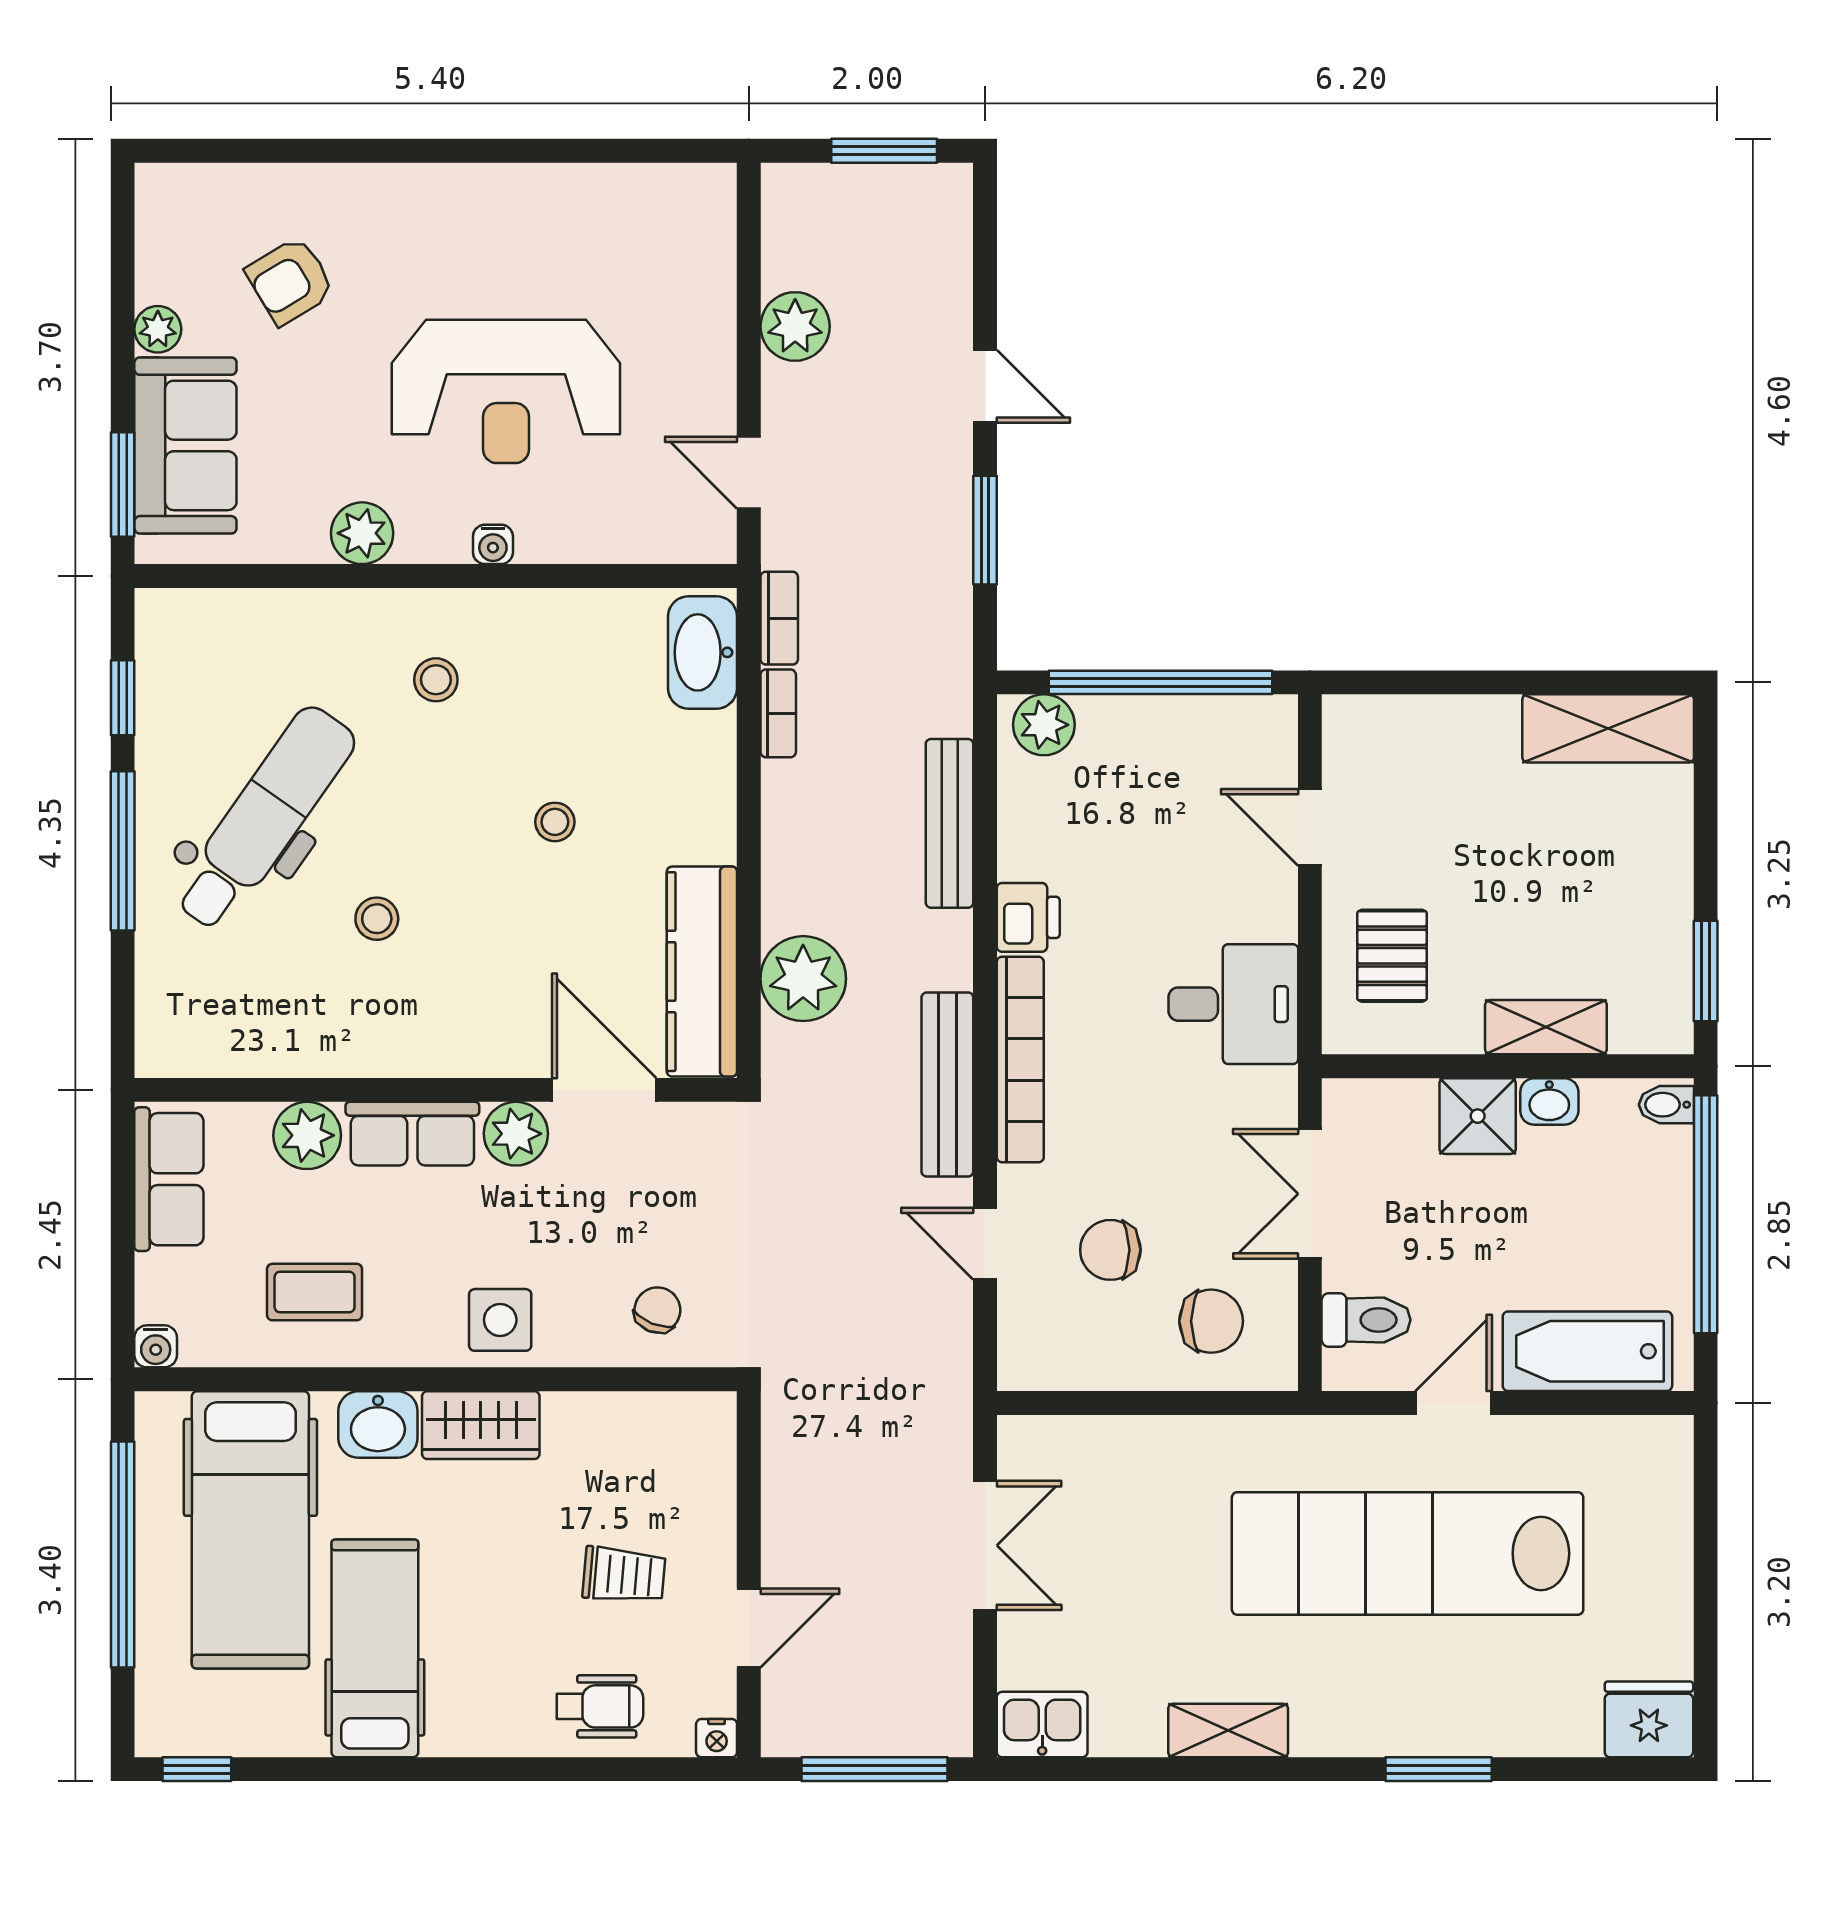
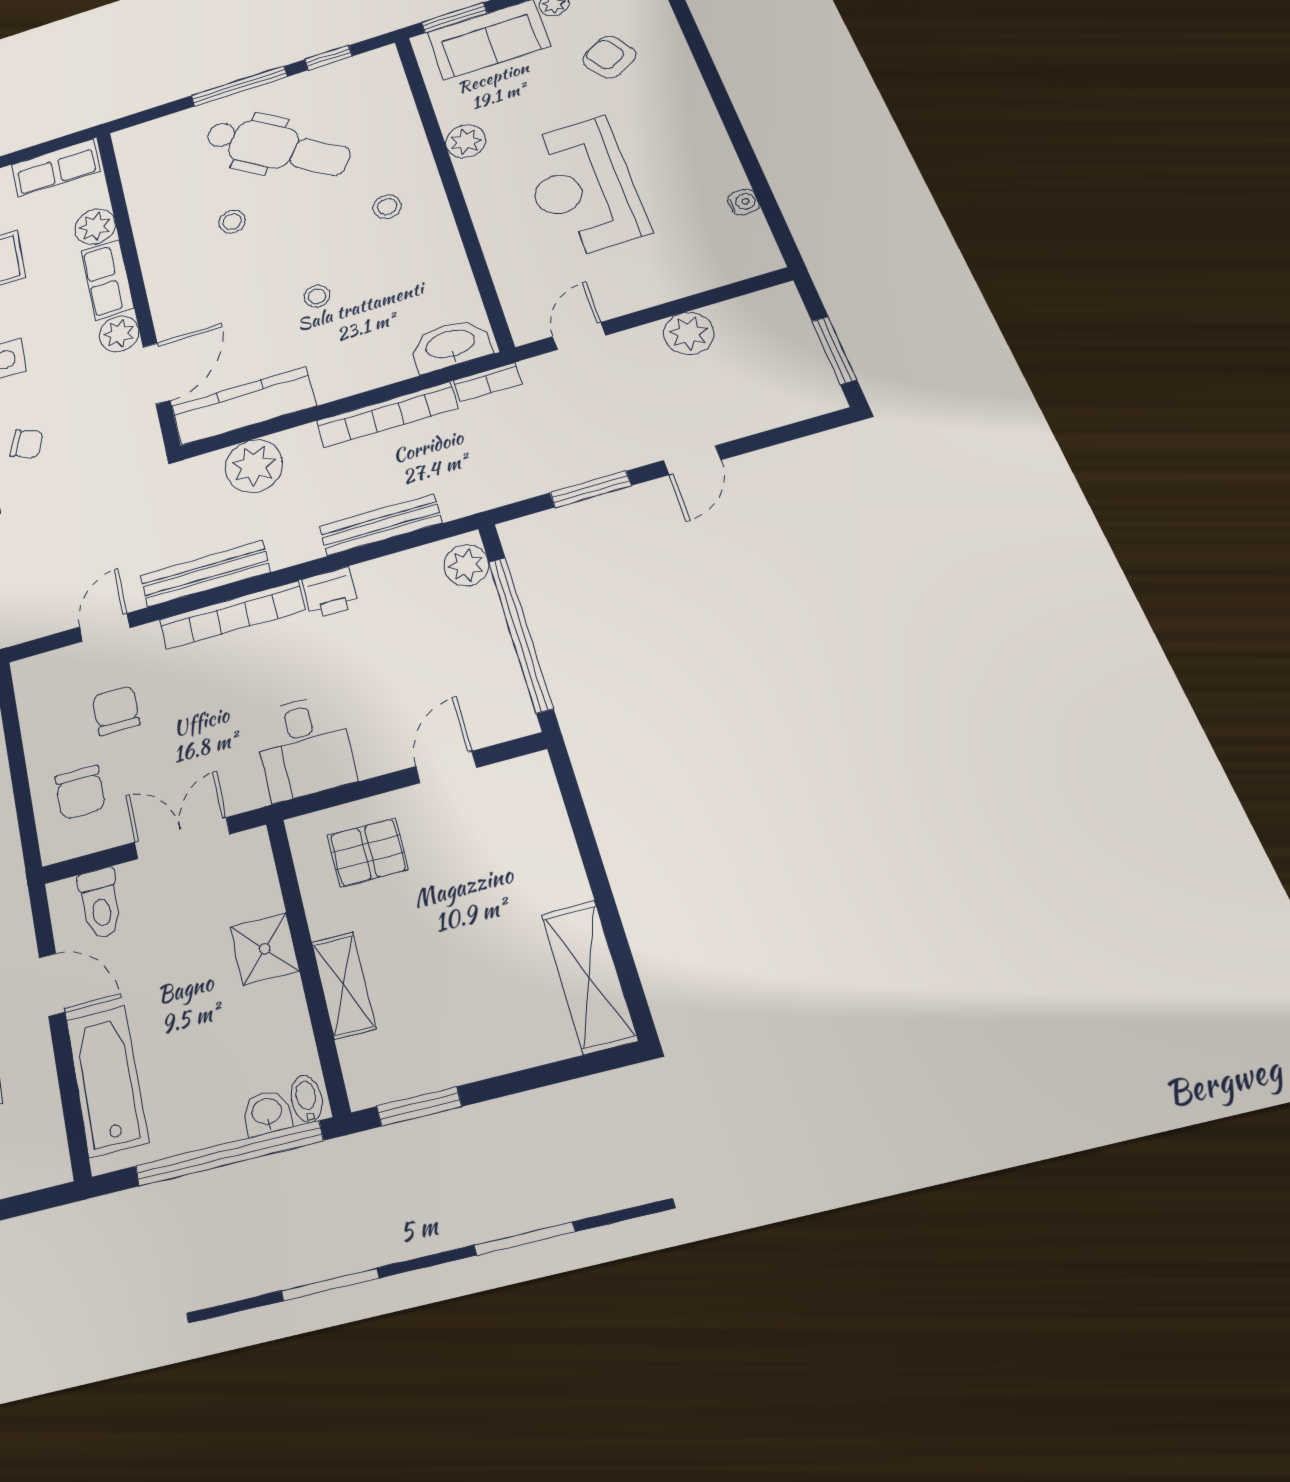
water cooler: (493, 544) -> (743, 202), moved, turned 180
bookcase: (778, 713) -> (387, 415), width x2.31, depth x1.31
washbasin: (1549, 1101) -> (267, 1113), moved, turned 90

